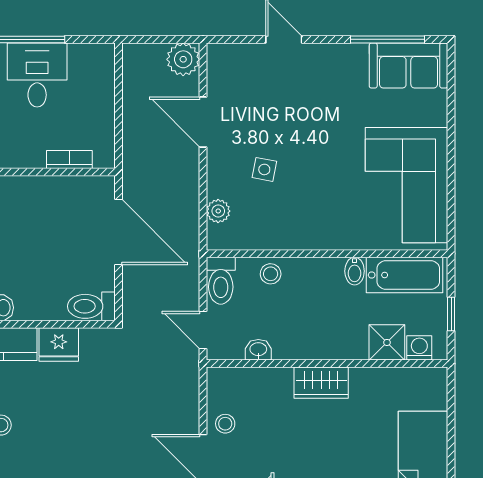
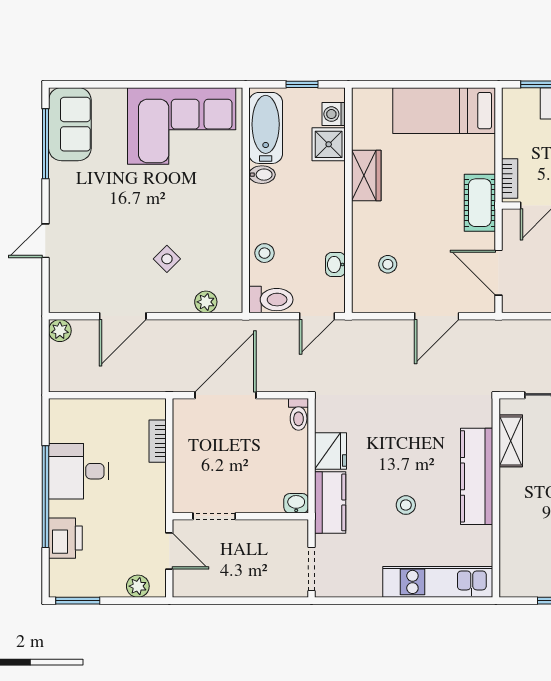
plant: (183, 59) -> (60, 331), width x0.73, depth x0.73
side table: (264, 169) -> (167, 259), turned 34
toilet: (91, 306) -> (299, 414), width x0.73, depth x0.72
wardrobe: (321, 383) -> (366, 175), moved
stool: (225, 424) -> (388, 264), moved

